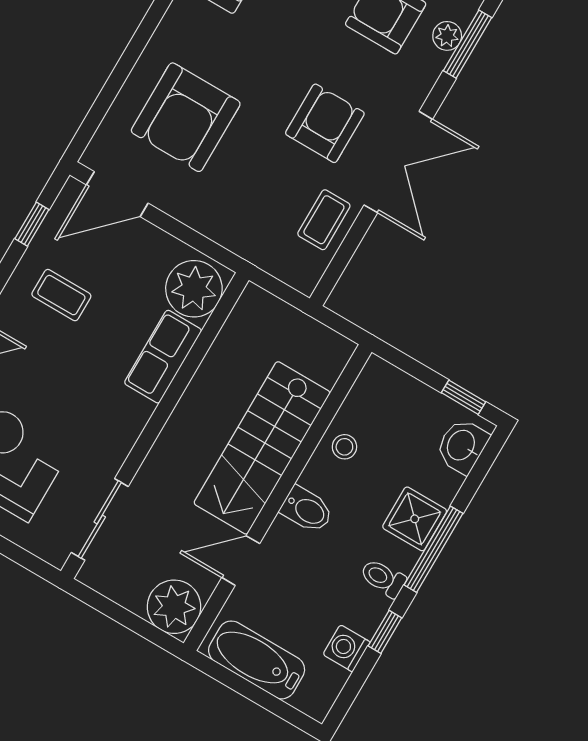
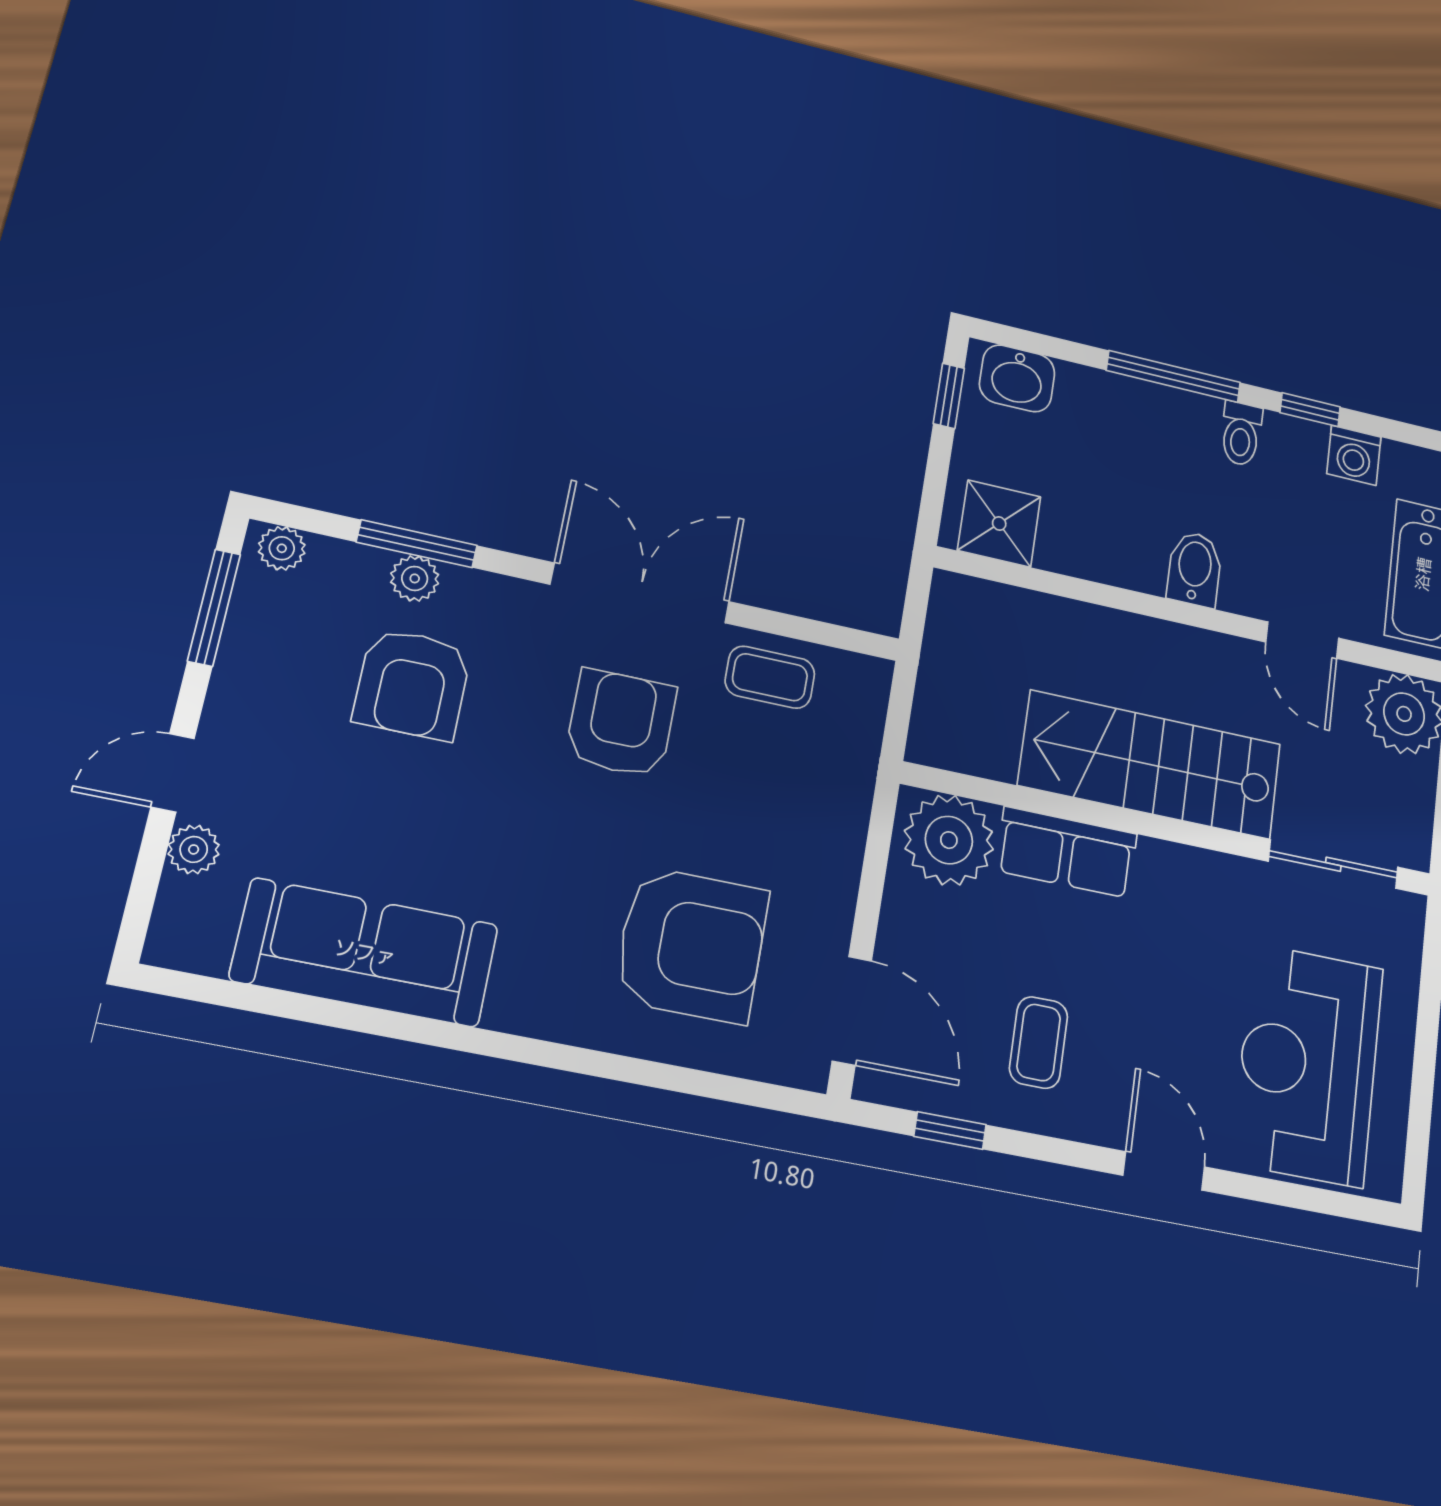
armchair: (325, 123) -> (621, 723), turned 90
stool: (344, 447) -> (1086, 543), removed
stairs: (262, 448) -> (1150, 765), moved, turned 180
shower: (415, 519) -> (999, 523), moved

